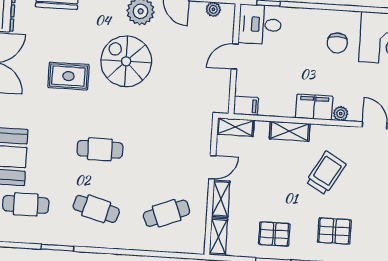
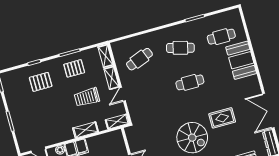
filing cabinet: (246, 106) -> (115, 136), removed
trolley: (326, 173) -> (87, 97), moved, turned 60

